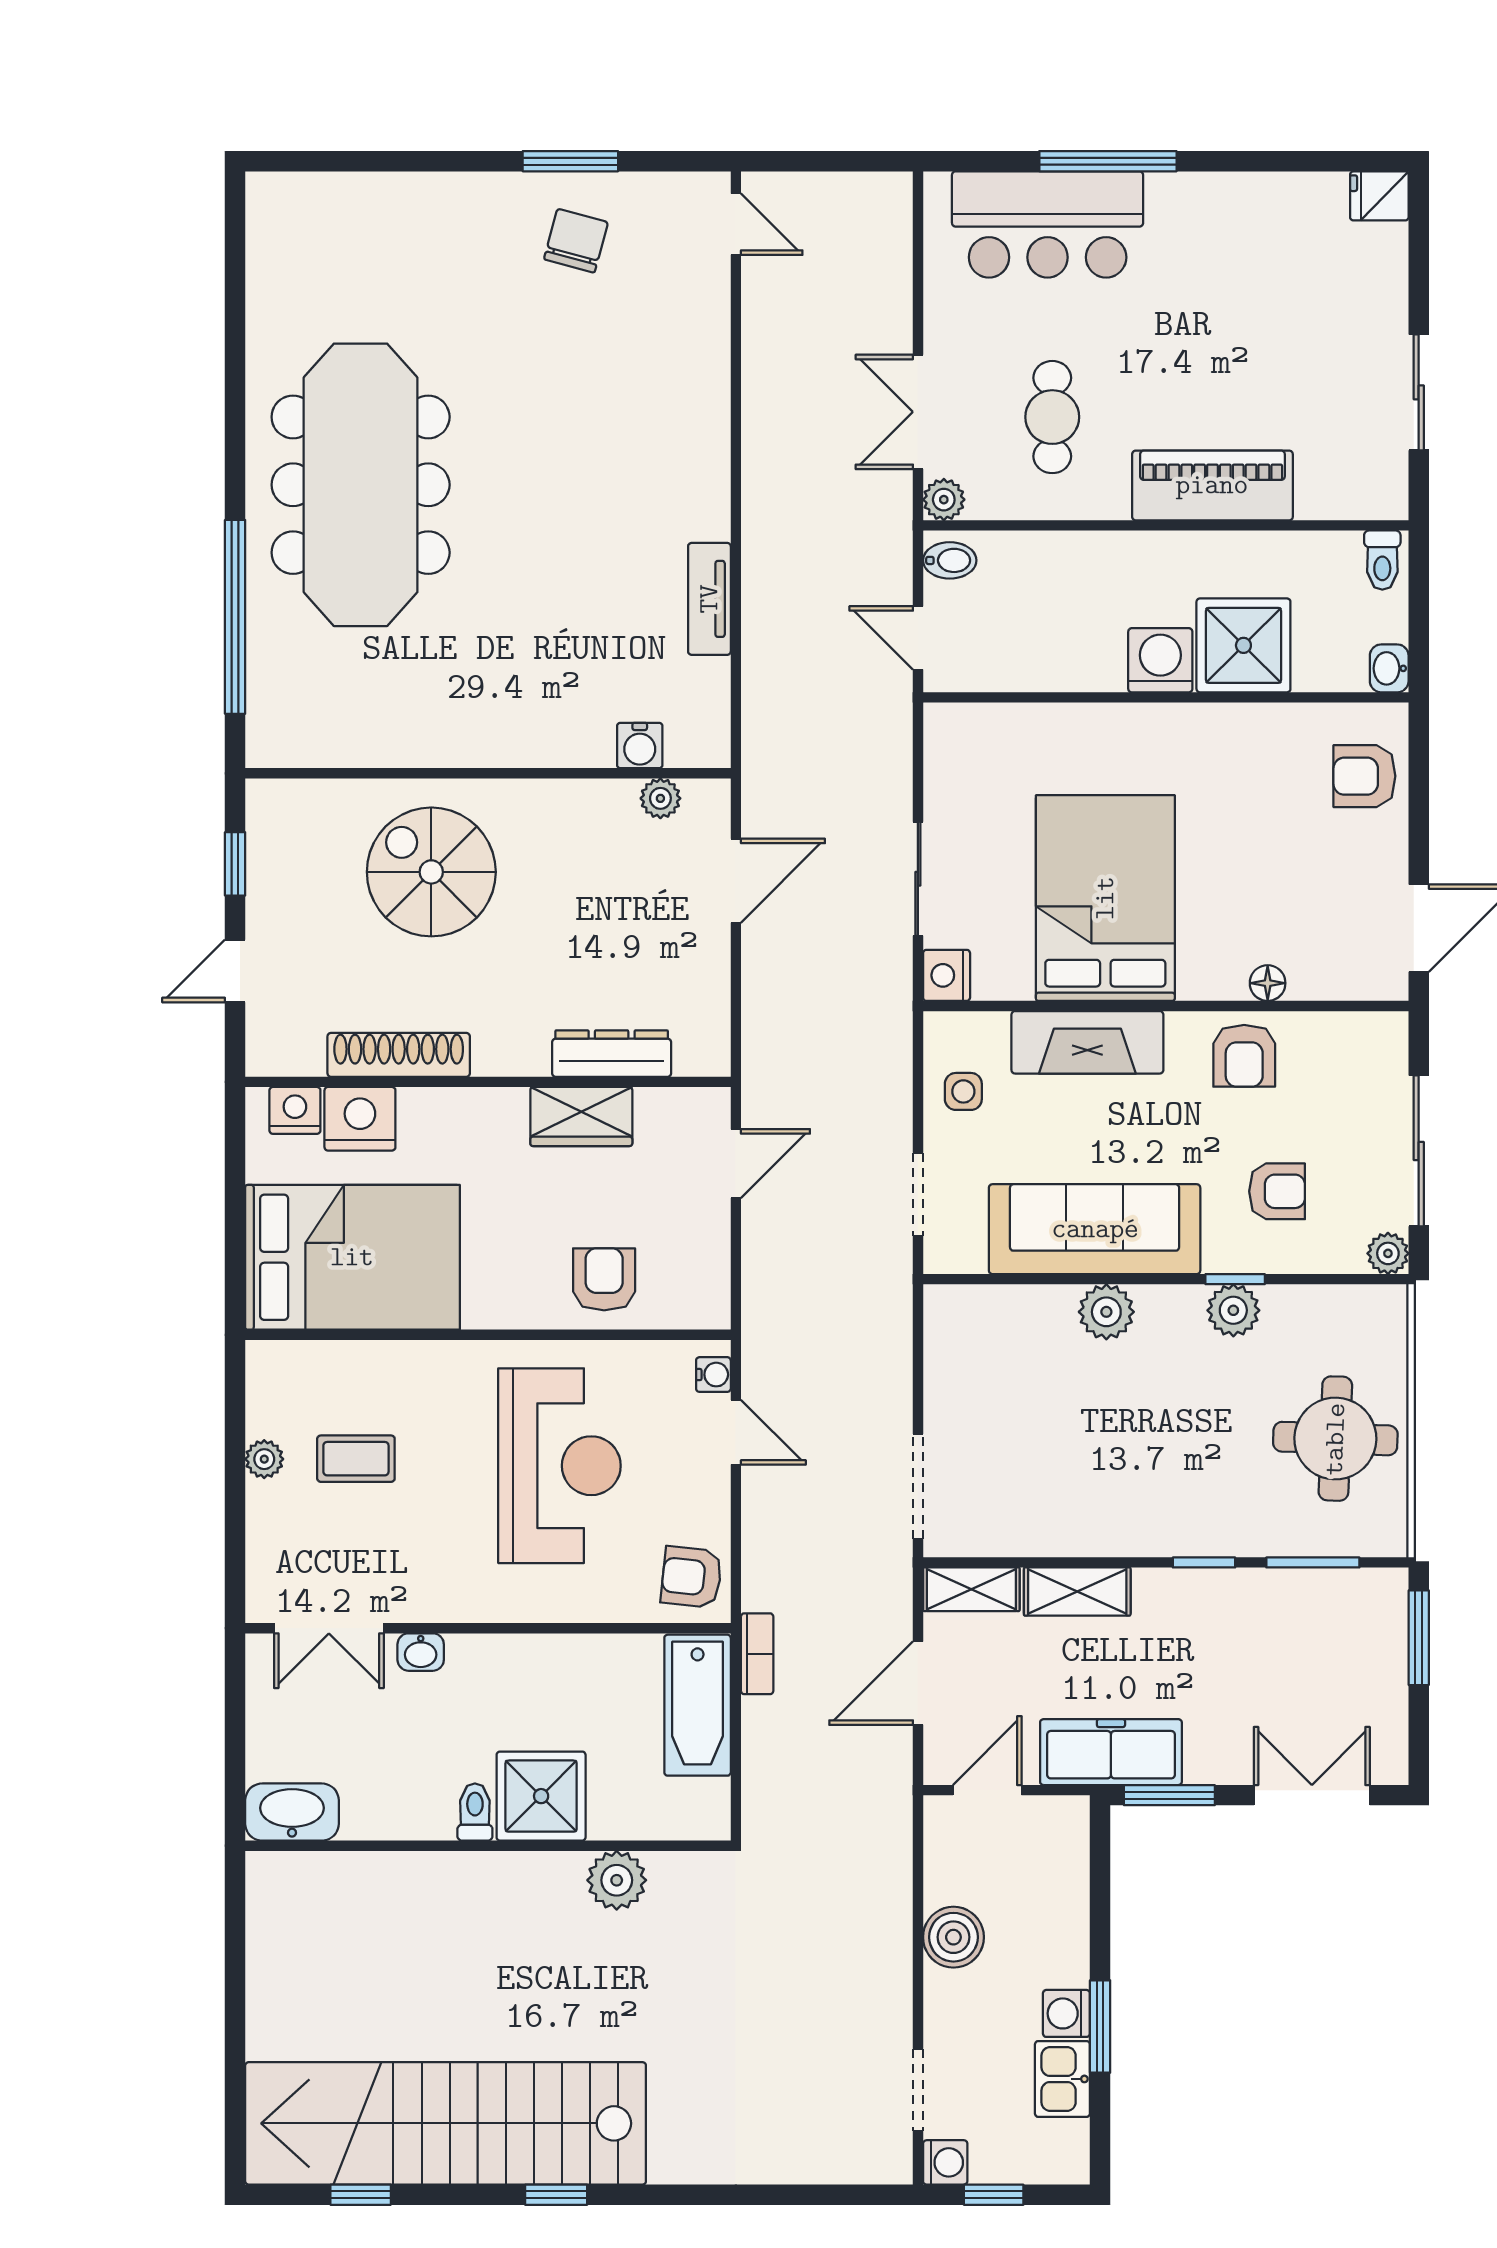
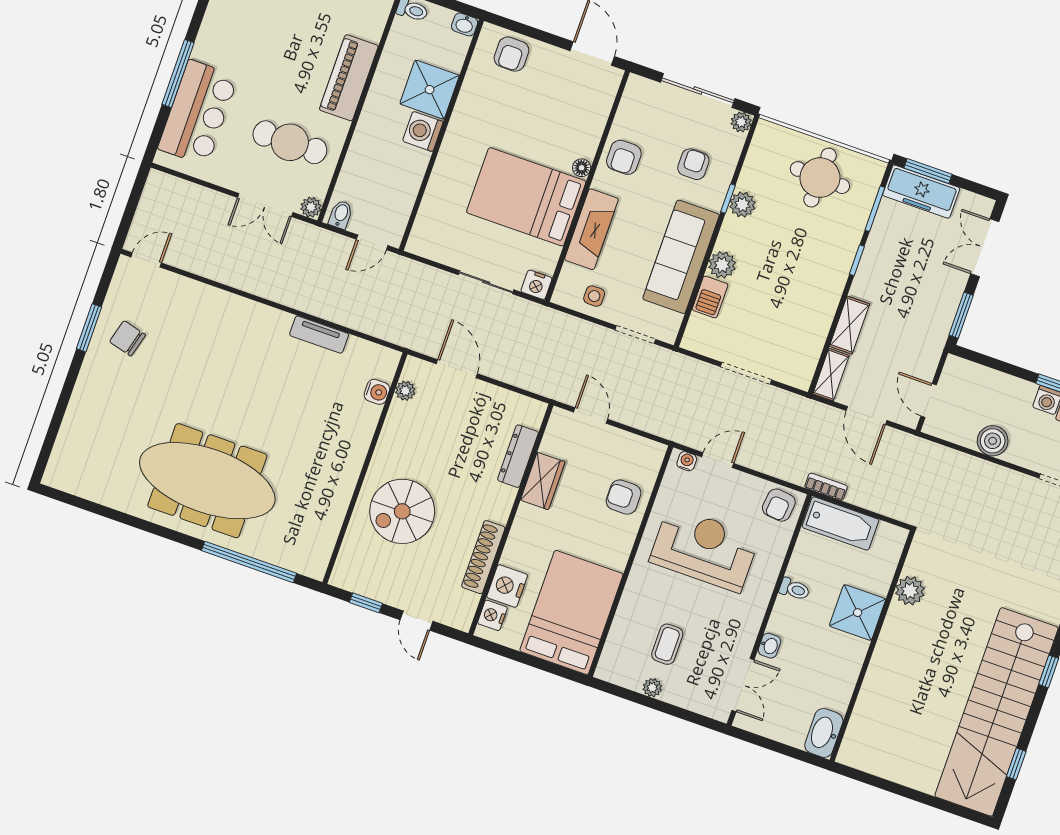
cafe table: (1052, 417) -> (290, 142), width x1.37, depth x1.35
floor lamp: (1268, 983) -> (582, 168), moved
armchair: (1244, 1056) -> (624, 157), turned 90
barbecue: (1038, 1310) -> (710, 297), added
doorway: (918, 1487) -> (746, 373), moved
freezer: (1111, 1752) -> (921, 192), moved, turned -90
toilet: (475, 1812) -> (794, 589), moved, turned 180

